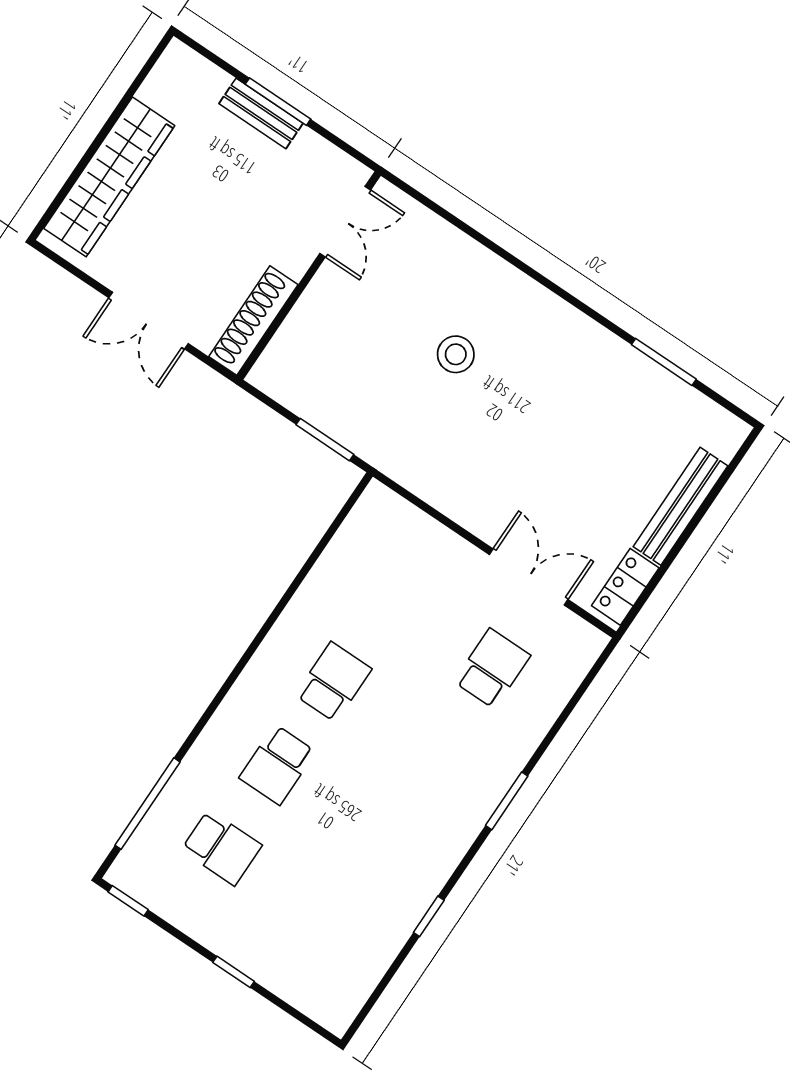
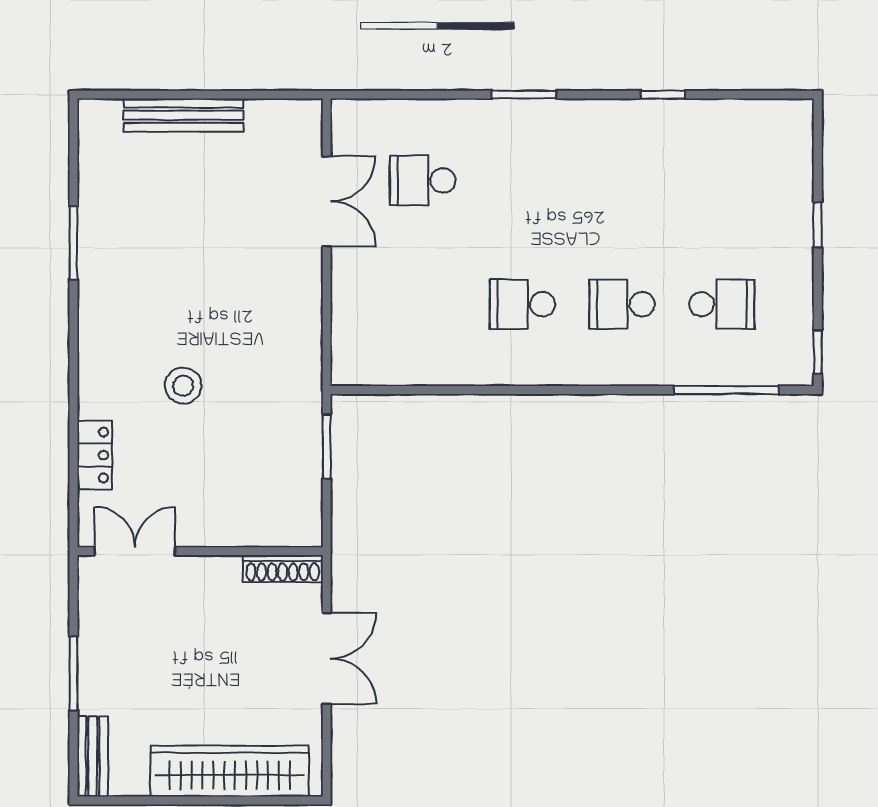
bench: (261, 113) -> (93, 756), moved
shoe rack: (253, 321) -> (283, 569), width x0.74, depth x0.81
window: (664, 362) -> (73, 243), moved
double door: (529, 577) -> (327, 201), swing flipped
locker: (625, 587) -> (95, 455), moved, turned -90
school desk: (277, 765) -> (622, 304), turned 180
school desk: (222, 848) -> (722, 304), turned 90

